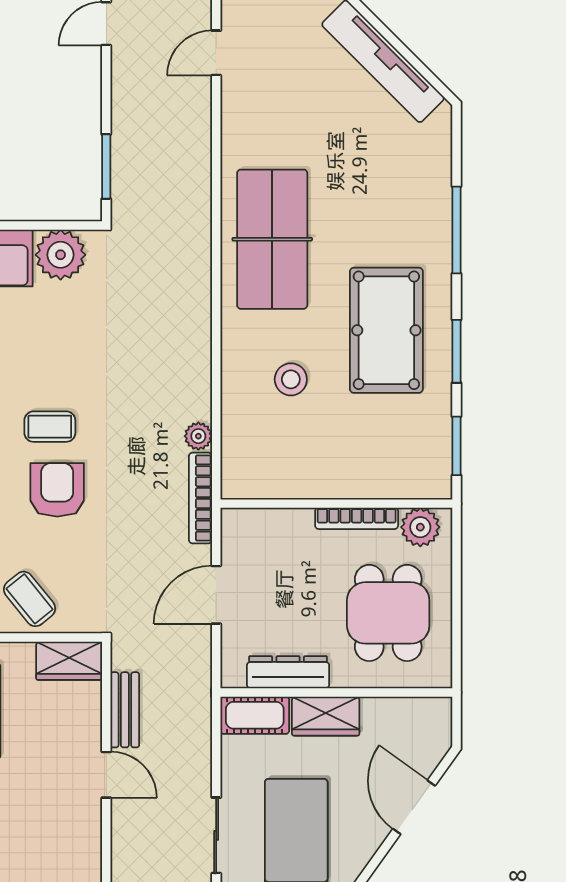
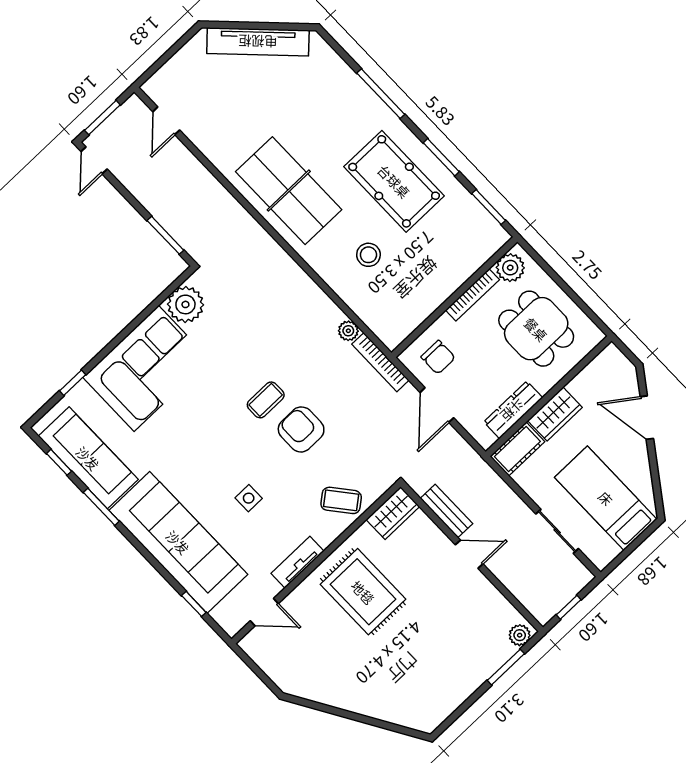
chair: (263, 548) -> (438, 357), added

